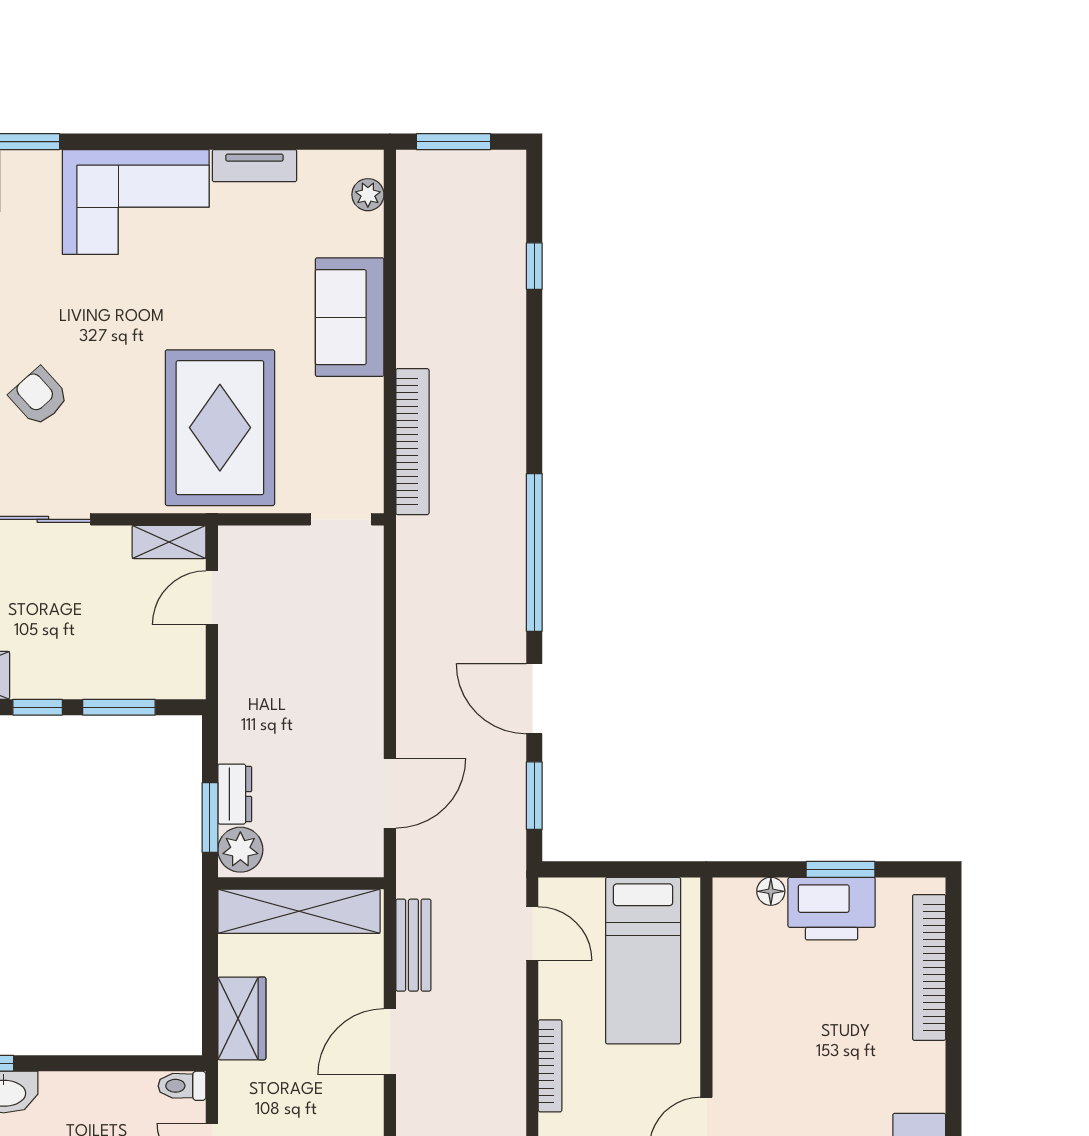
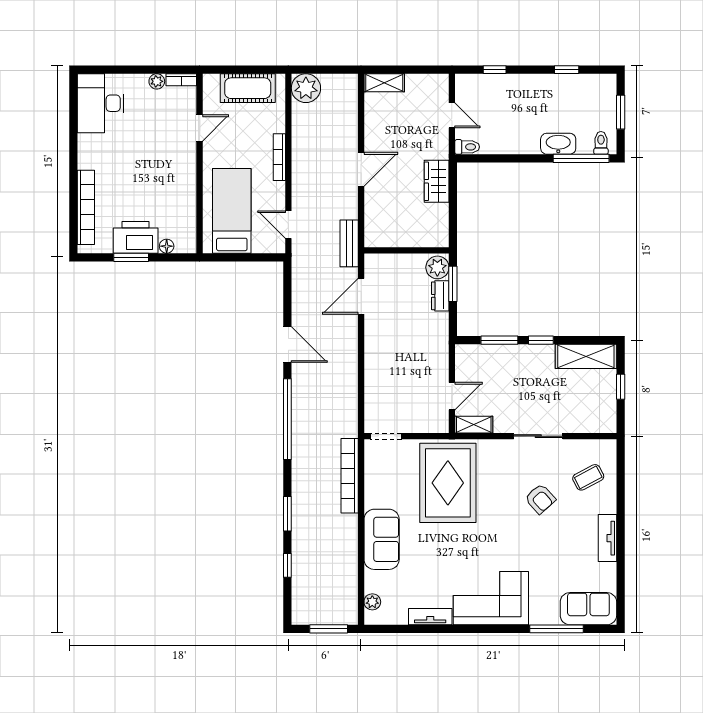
window: (534, 796) -> (287, 514), moved
shelving: (299, 911) -> (407, 236), removed
bench: (413, 945) -> (349, 243), moved

